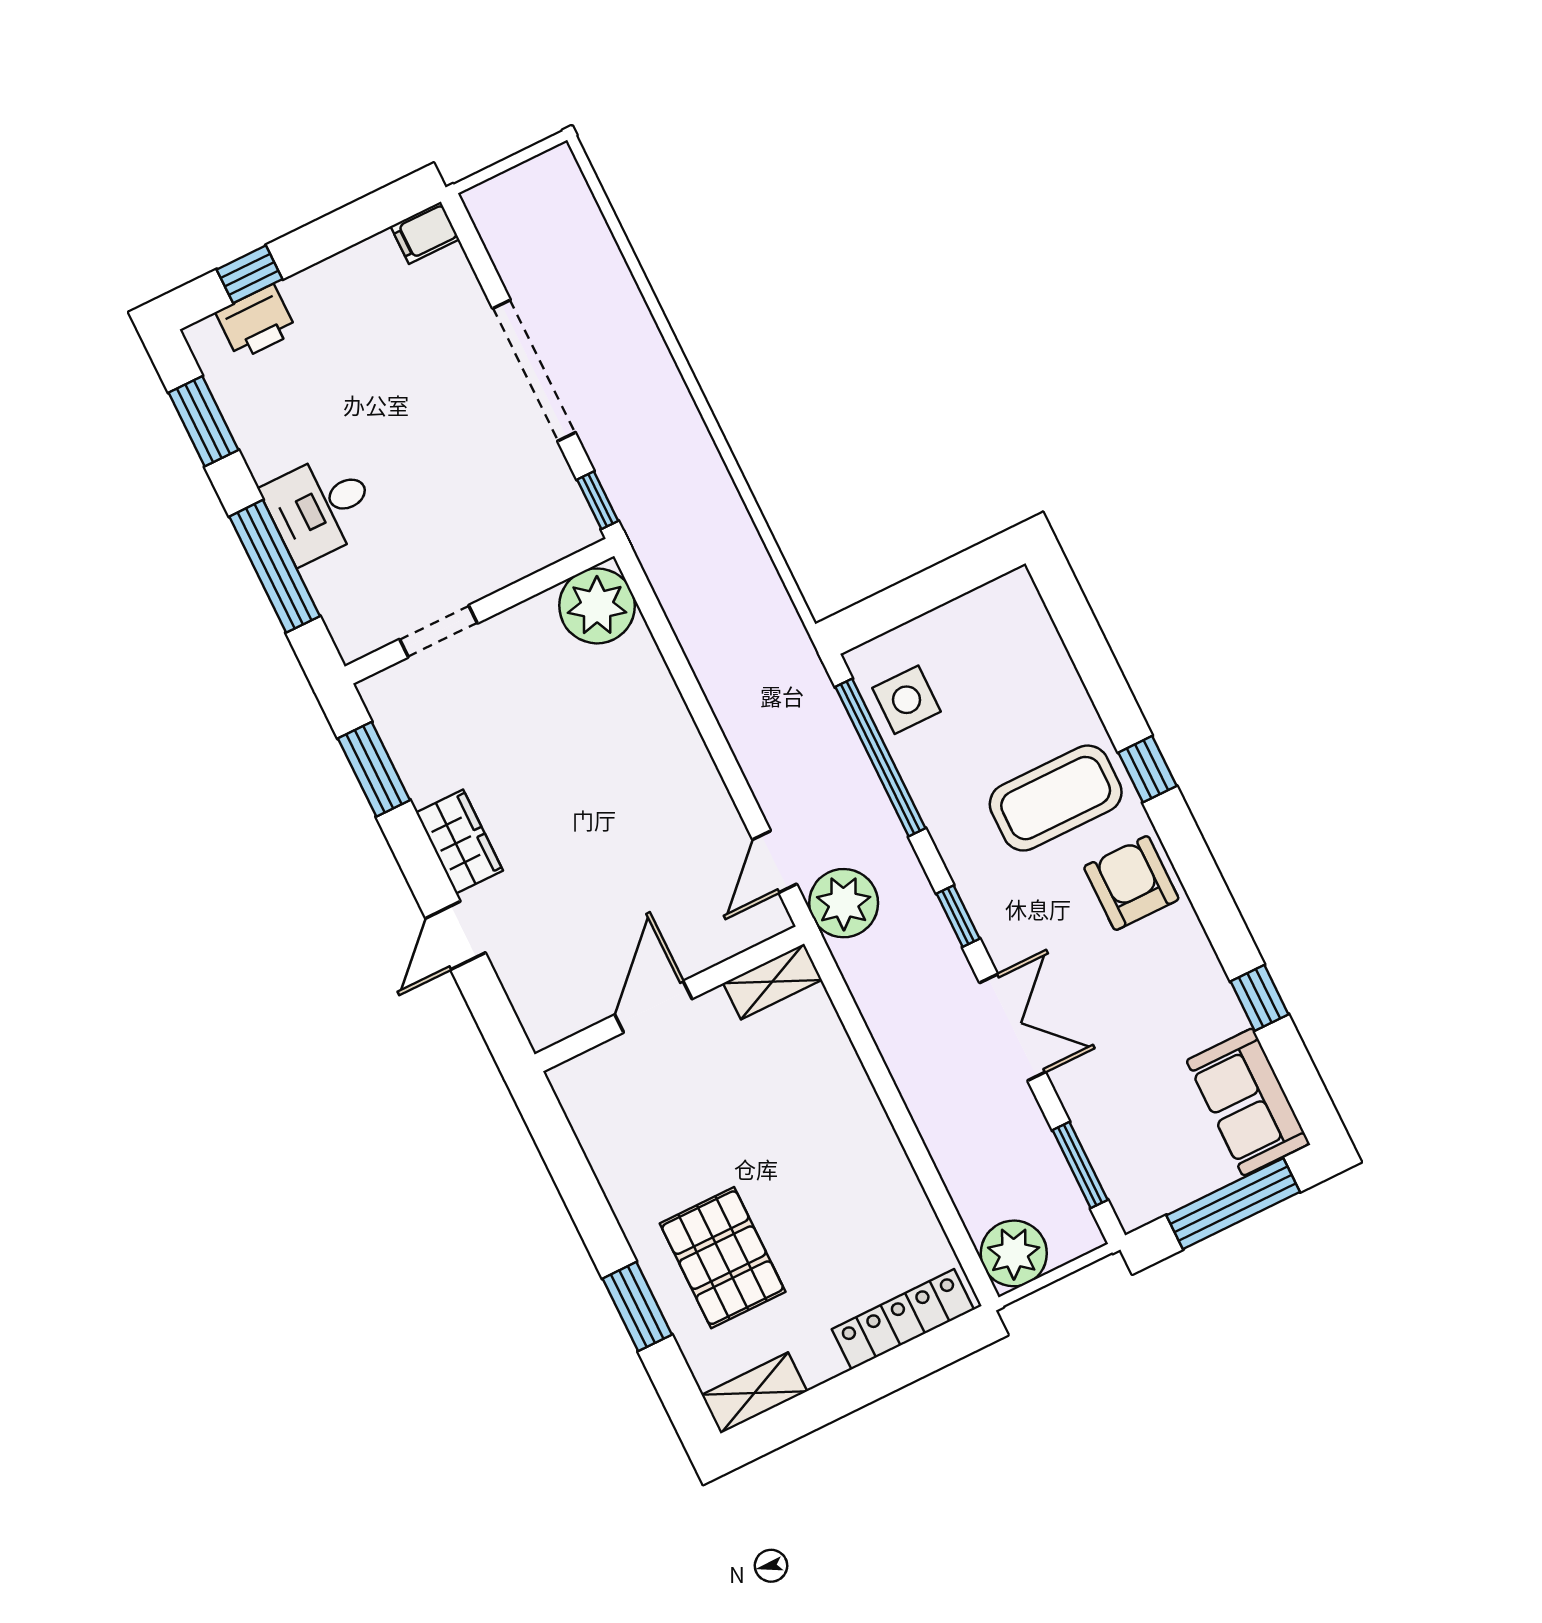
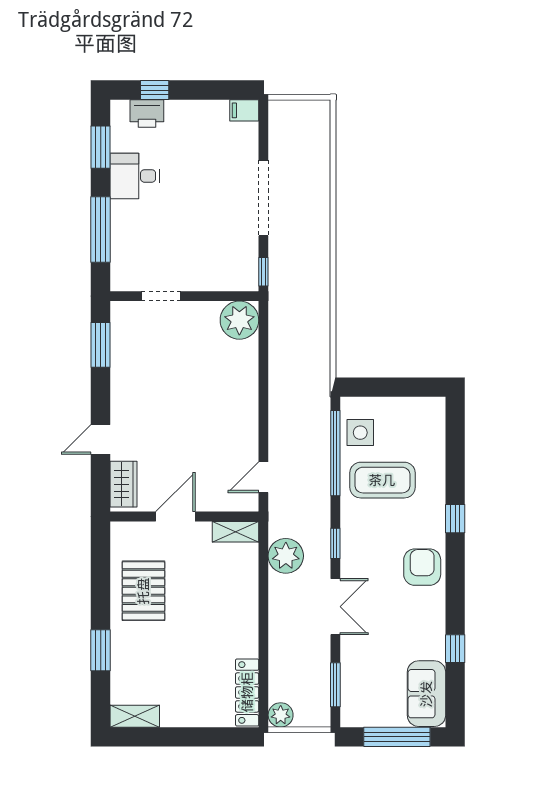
desk: (320, 507) -> (135, 176), moved
coffee table: (1056, 798) -> (382, 480), moved
wardrobe: (460, 842) -> (124, 484), moved
plant: (844, 903) -> (286, 556), moved
plant: (1014, 1253) -> (281, 715), width x0.73, depth x0.73
pallet: (723, 1258) -> (143, 591), moved
locker: (903, 1319) -> (247, 692), moved, turned -90

